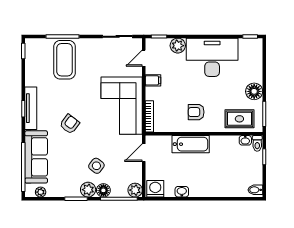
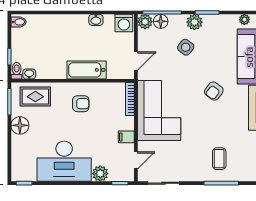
coffee table: (65, 60) -> (219, 159), width x0.54, depth x0.58
floor lamp: (103, 190) -> (161, 21), moved

